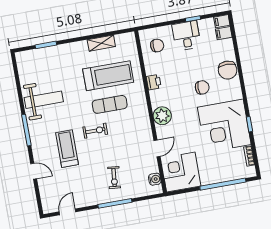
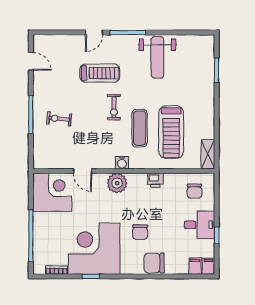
shelving: (101, 43) -> (208, 154), moved
door: (34, 171) -> (94, 33), moved
water cooler: (155, 179) -> (122, 163), moved

